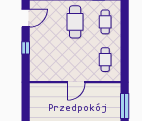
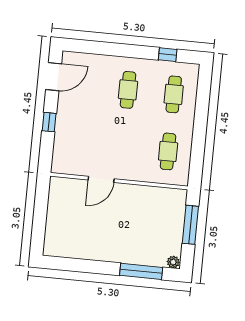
cafe table: (75, 22) -> (128, 90), width x0.73, depth x0.74
door: (76, 82) -> (101, 179), moved

